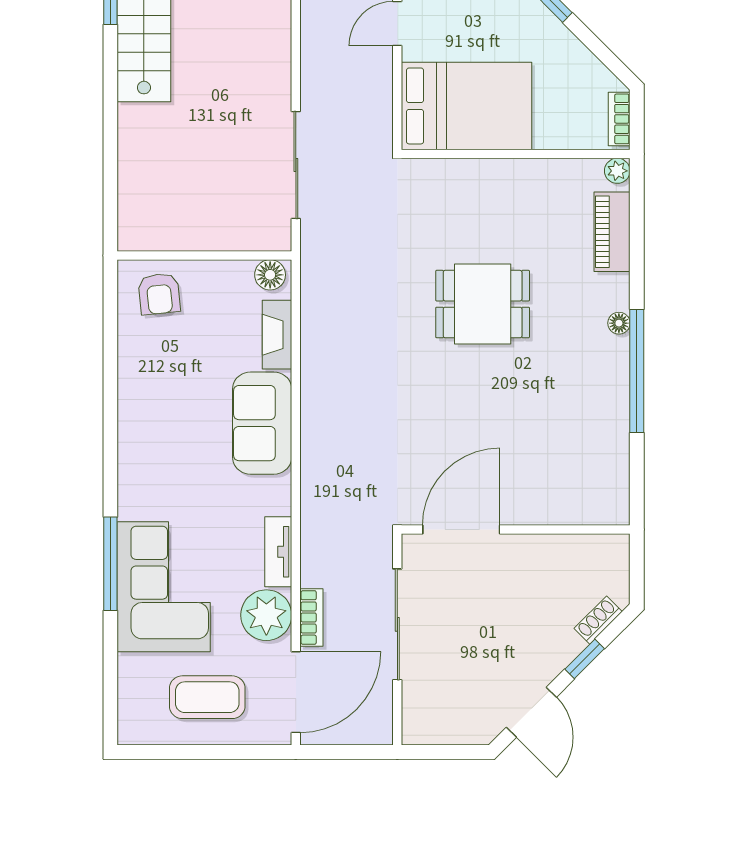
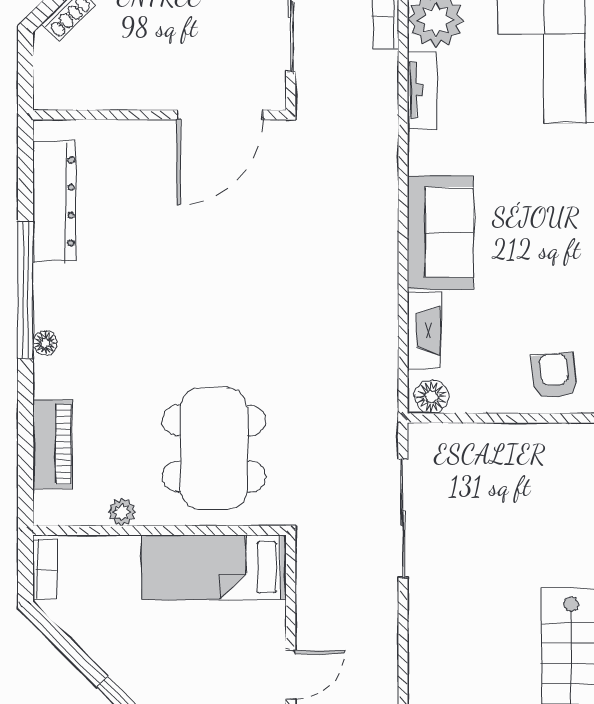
bed: (466, 106) -> (214, 567), width x0.67
plant: (617, 171) -> (122, 512), moved
dining table: (483, 304) -> (214, 449), moved, width x1.38
dresser: (611, 451) -> (54, 201), added

